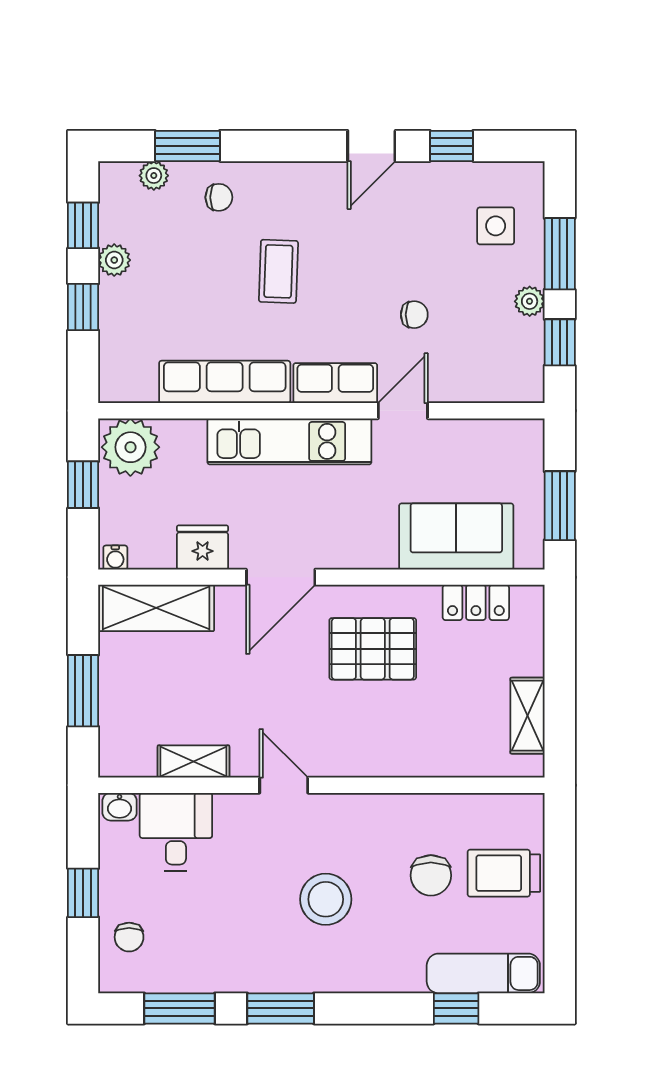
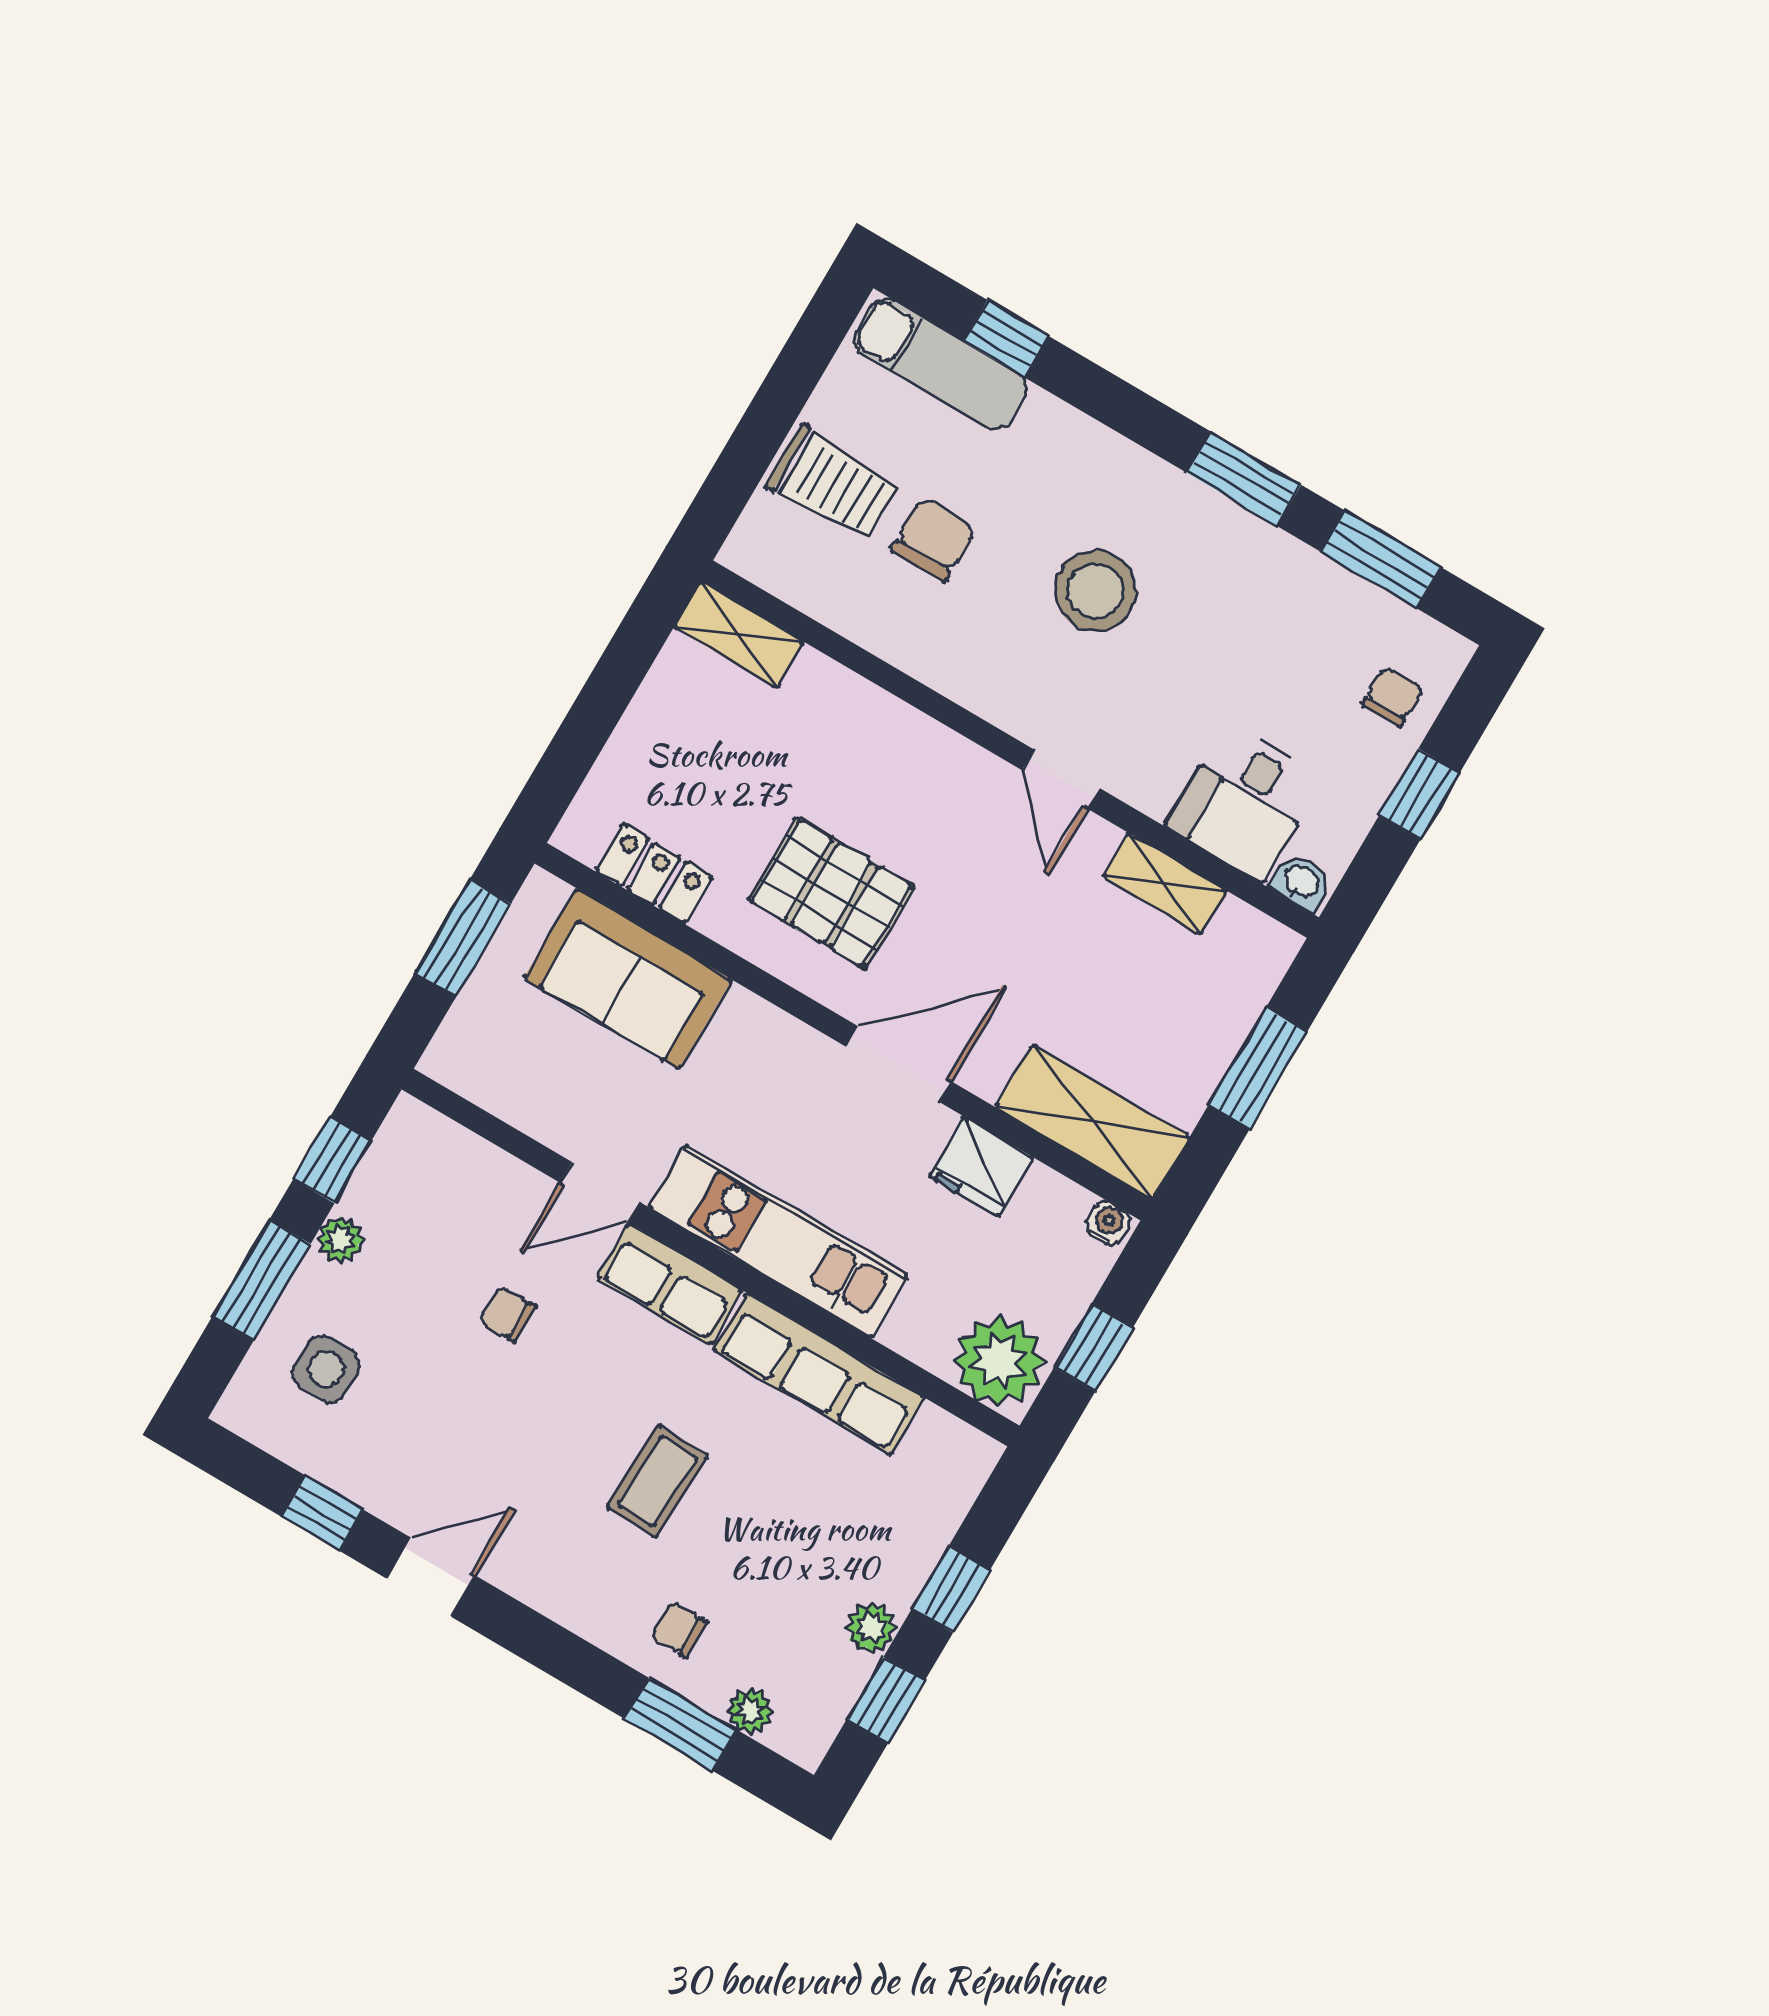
shelving: (527, 716) -> (739, 635), moved, turned 90

